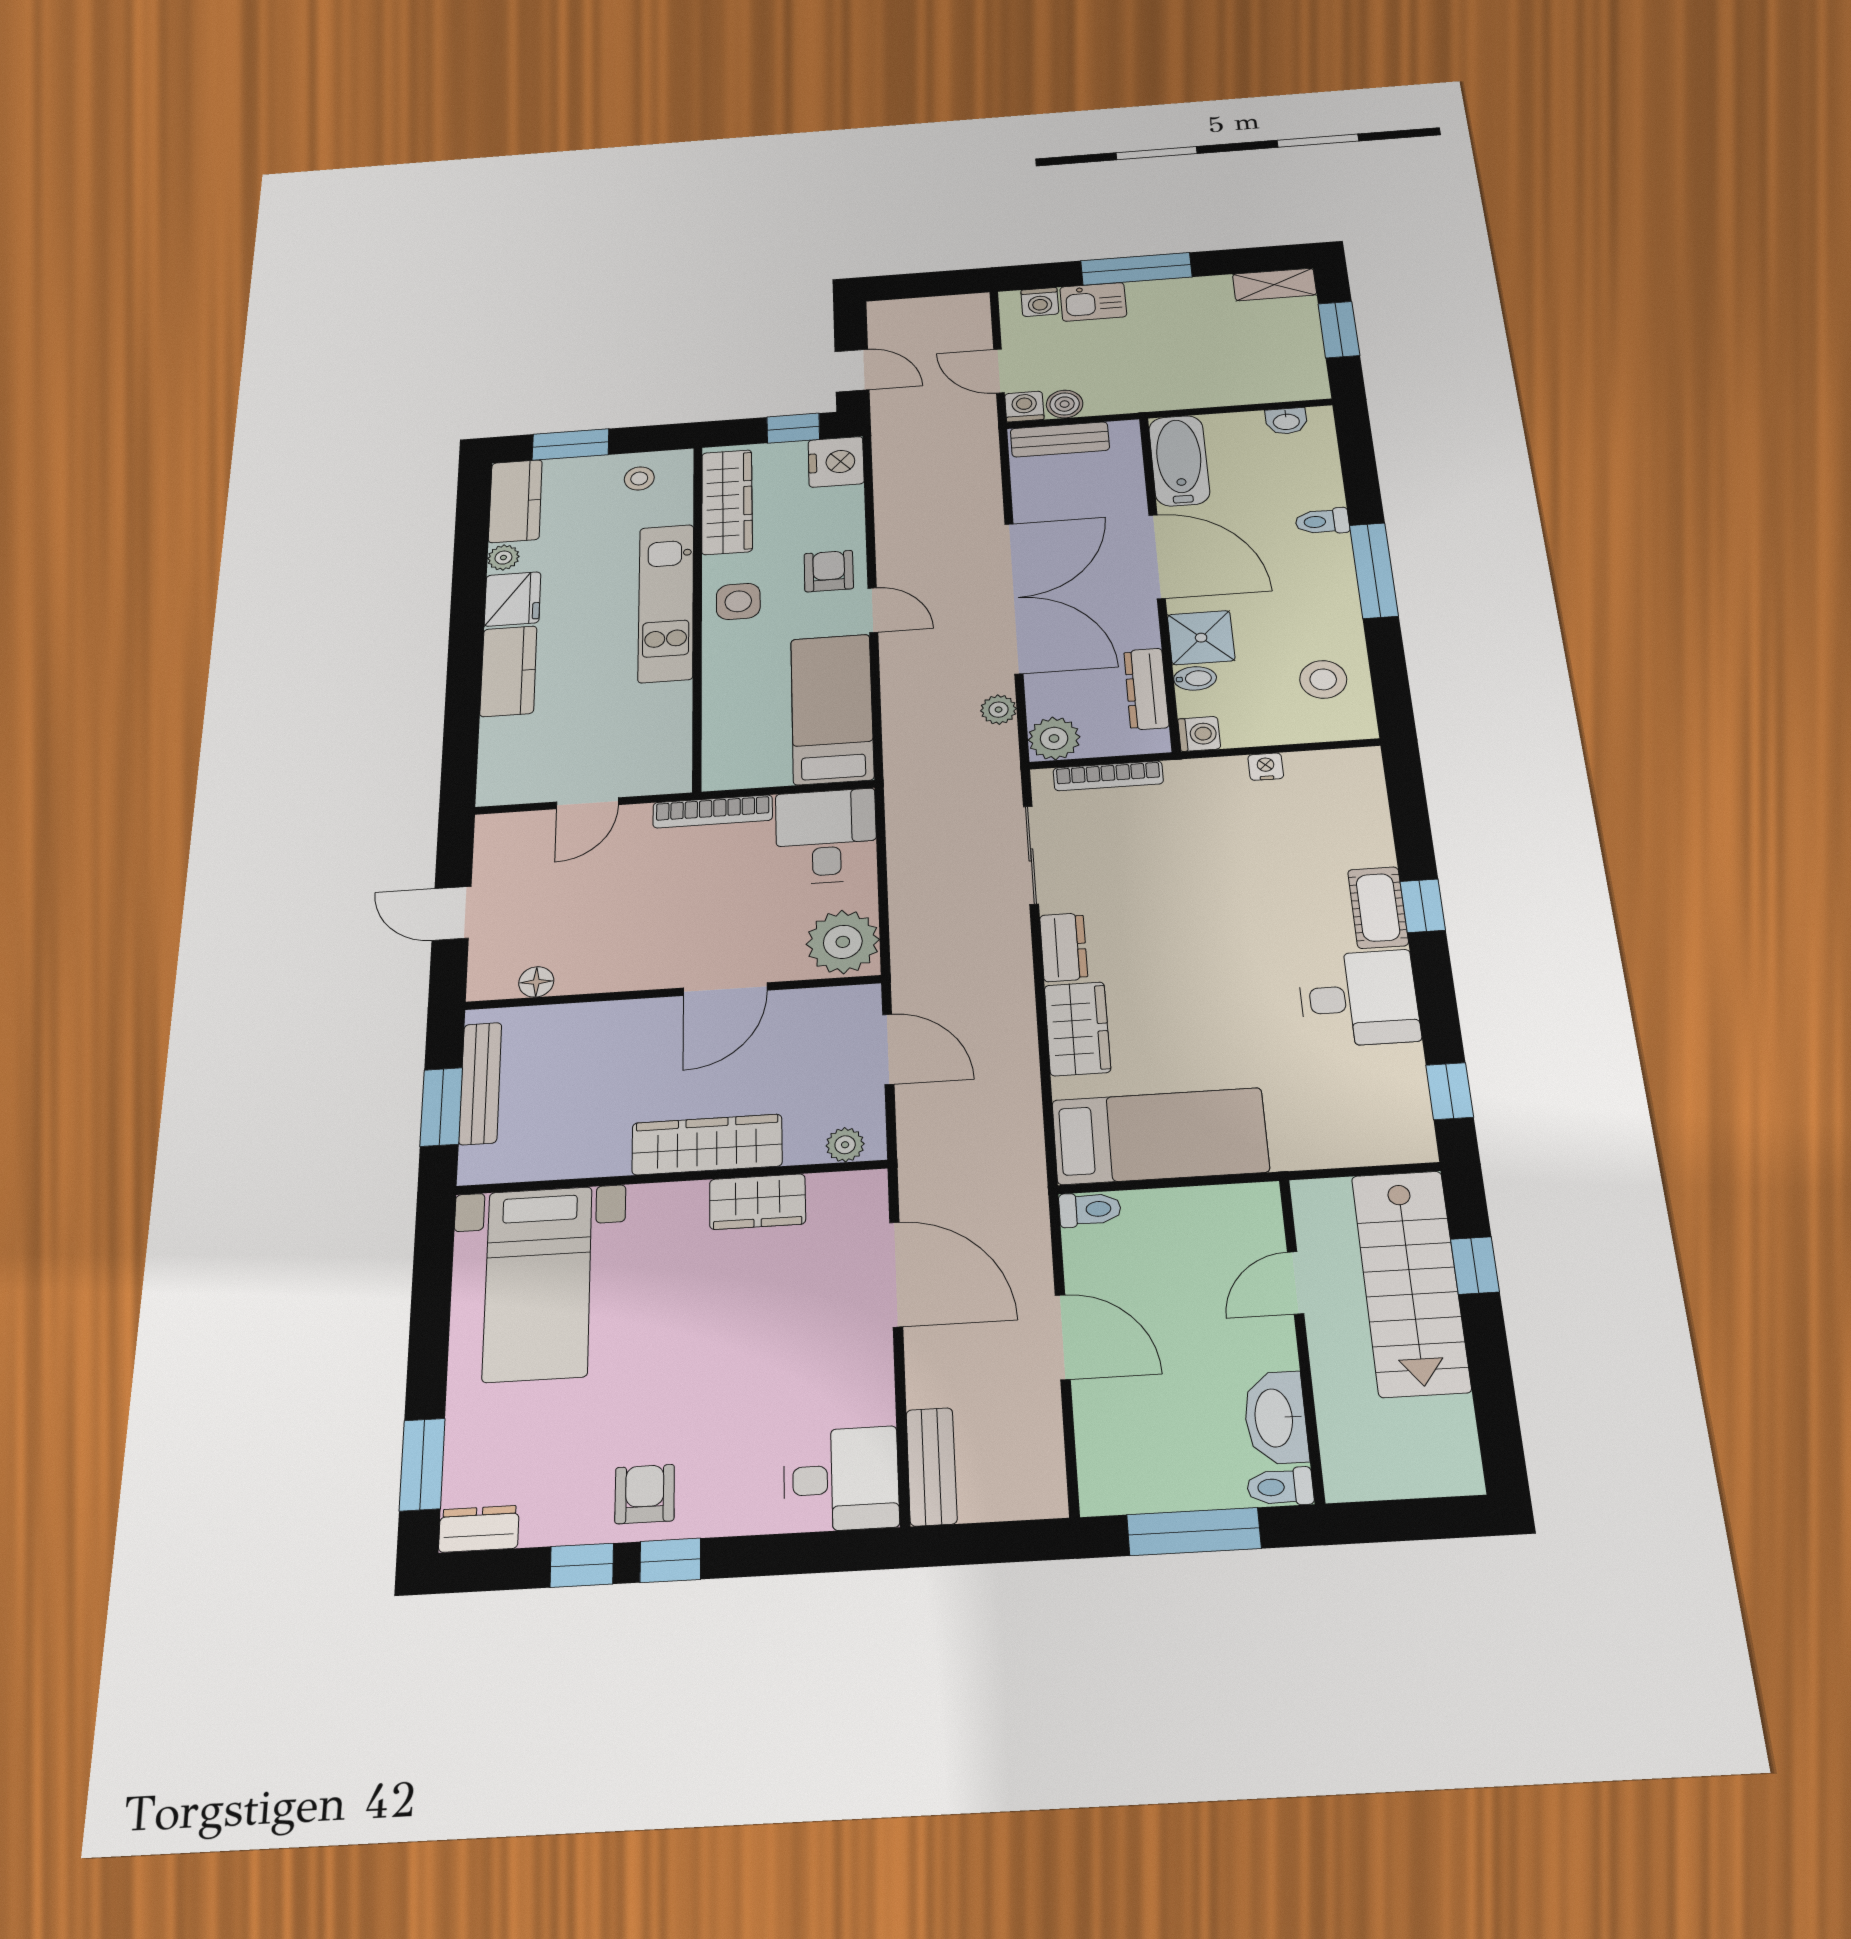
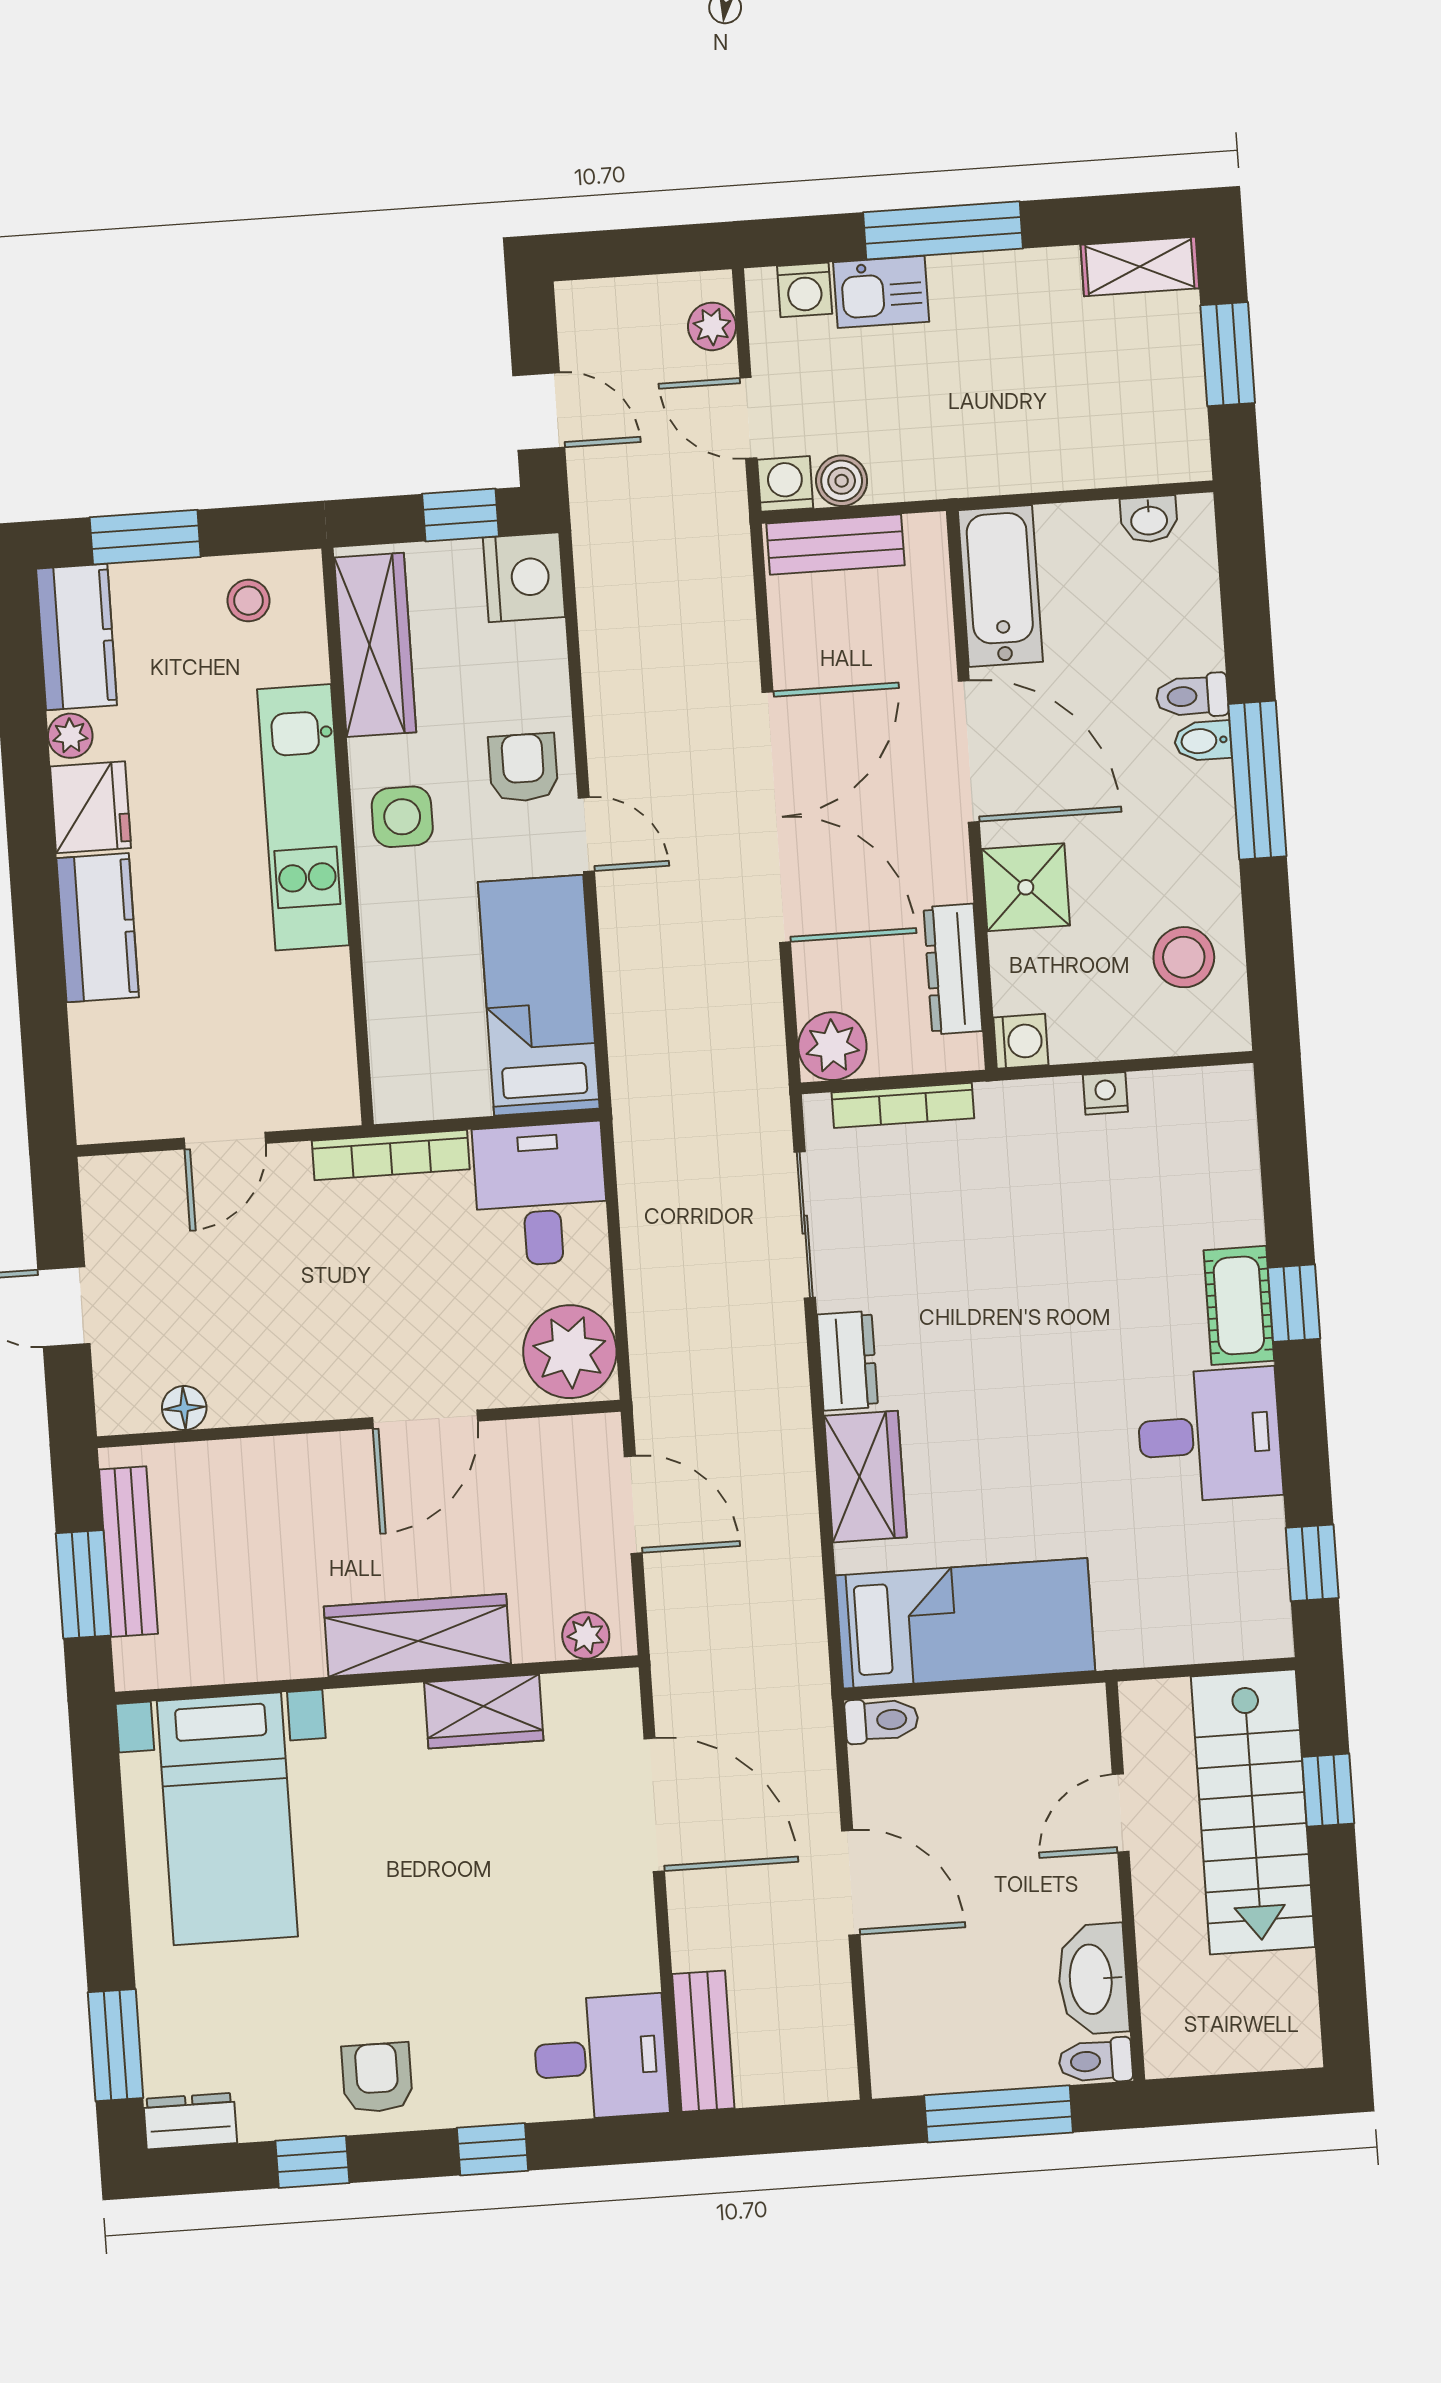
bidet: (1195, 678) -> (1203, 741), moved, turned 180
plant: (999, 710) -> (712, 326), moved
window: (670, 1560) -> (493, 2149), moved

